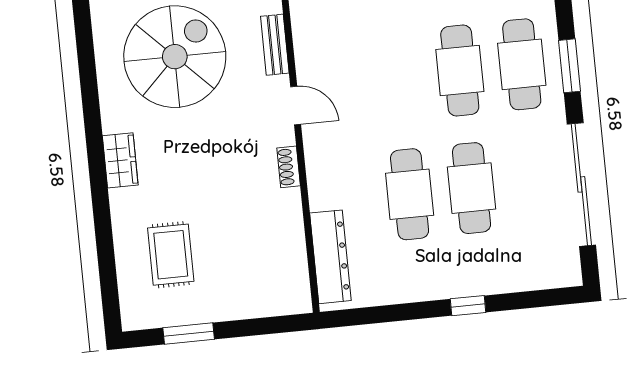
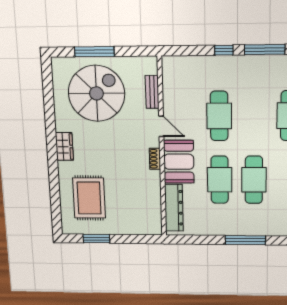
cafe table: (460, 70) -> (219, 116), moved
booth: (332, 168) -> (179, 162), added
rug: (171, 255) -> (89, 198), width x1.36, depth x1.43
window: (468, 306) -> (245, 240), width x2.17

